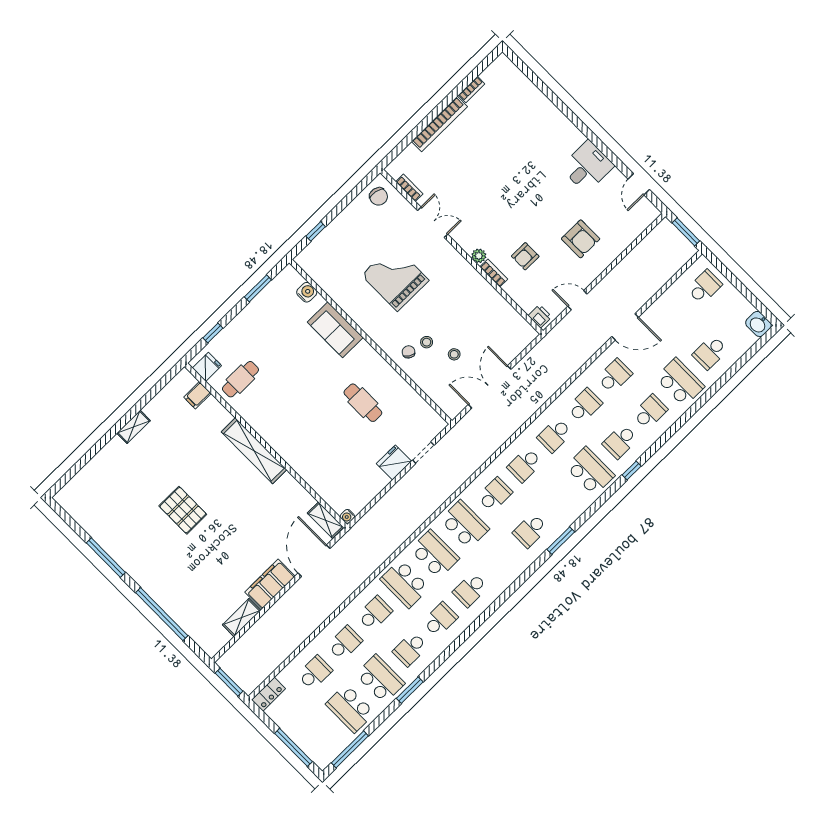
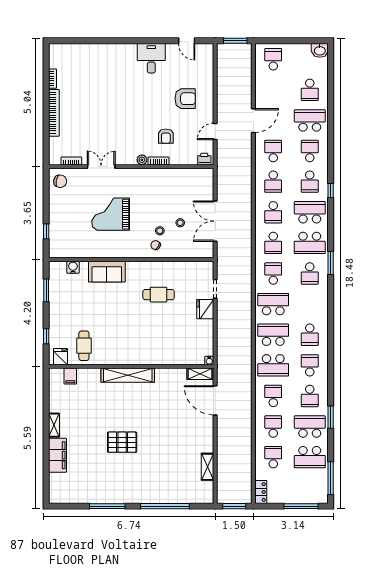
school desk: (585, 406) -> (273, 182), turned 180
school desk: (560, 501) -> (310, 243), added
filing cabinet: (270, 584) -> (57, 455), moved, turned 180

